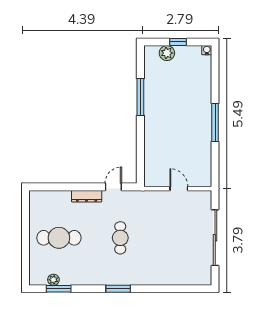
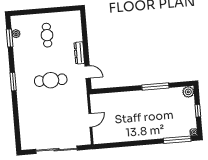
plant: (167, 53) -> (188, 92), moved
window: (215, 123) -> (177, 140), moved
cafe table: (59, 238) -> (47, 35), width x0.73, depth x0.74
cafe table: (120, 238) -> (51, 80), width x1.37, depth x1.35

